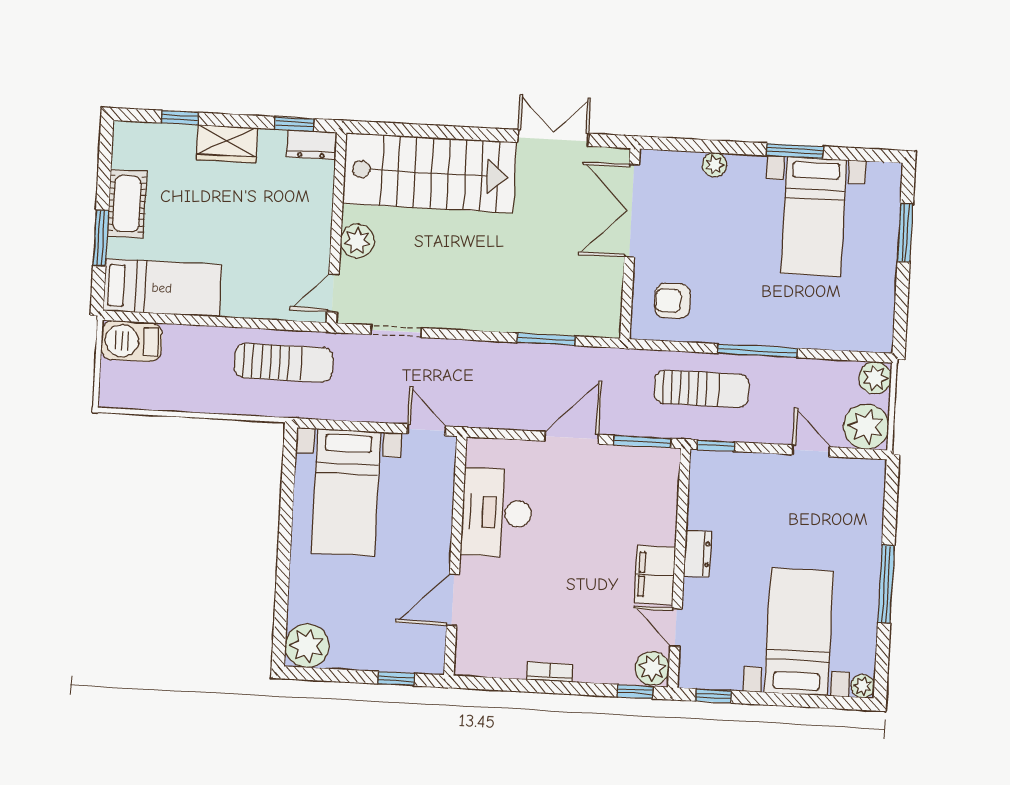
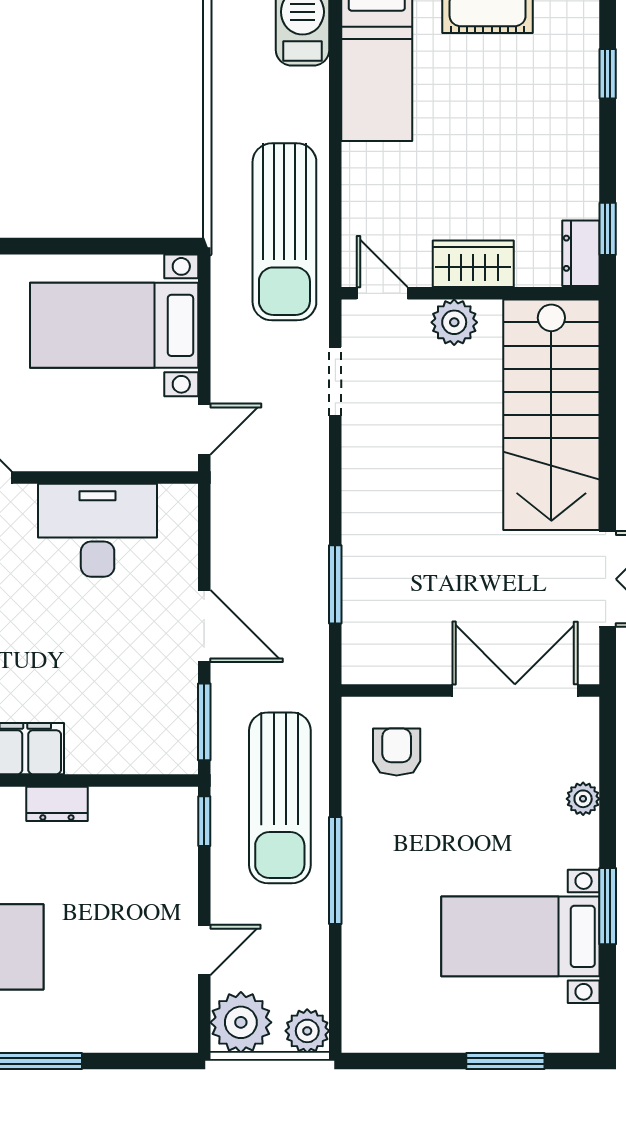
wardrobe: (227, 144) -> (473, 264), moved, turned 90
sun lounger: (284, 363) -> (284, 232), width x1.36, depth x1.34
sun lounger: (702, 389) -> (280, 798), width x1.36, depth x1.34

